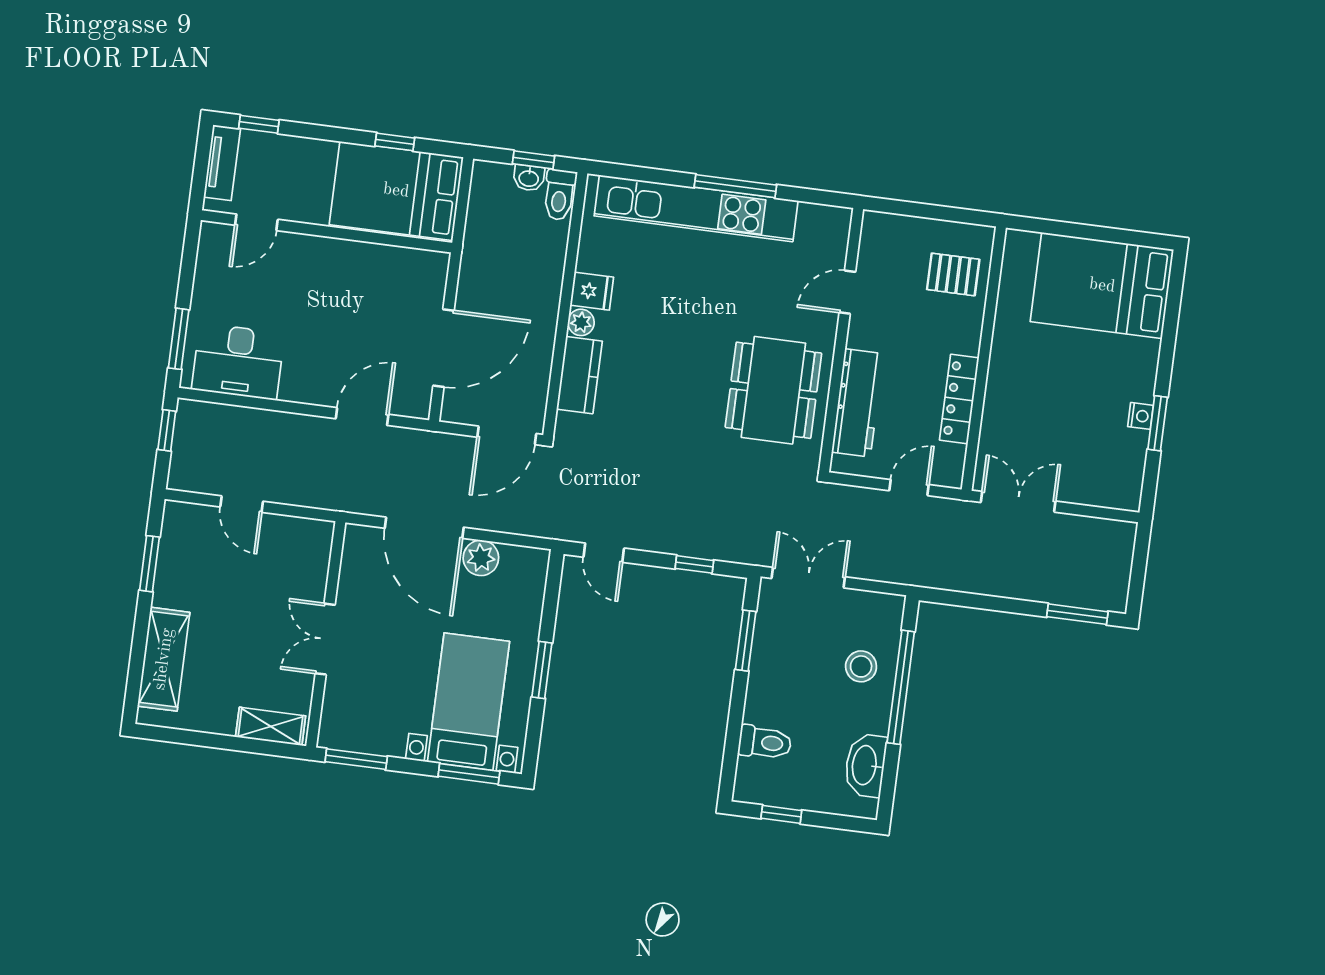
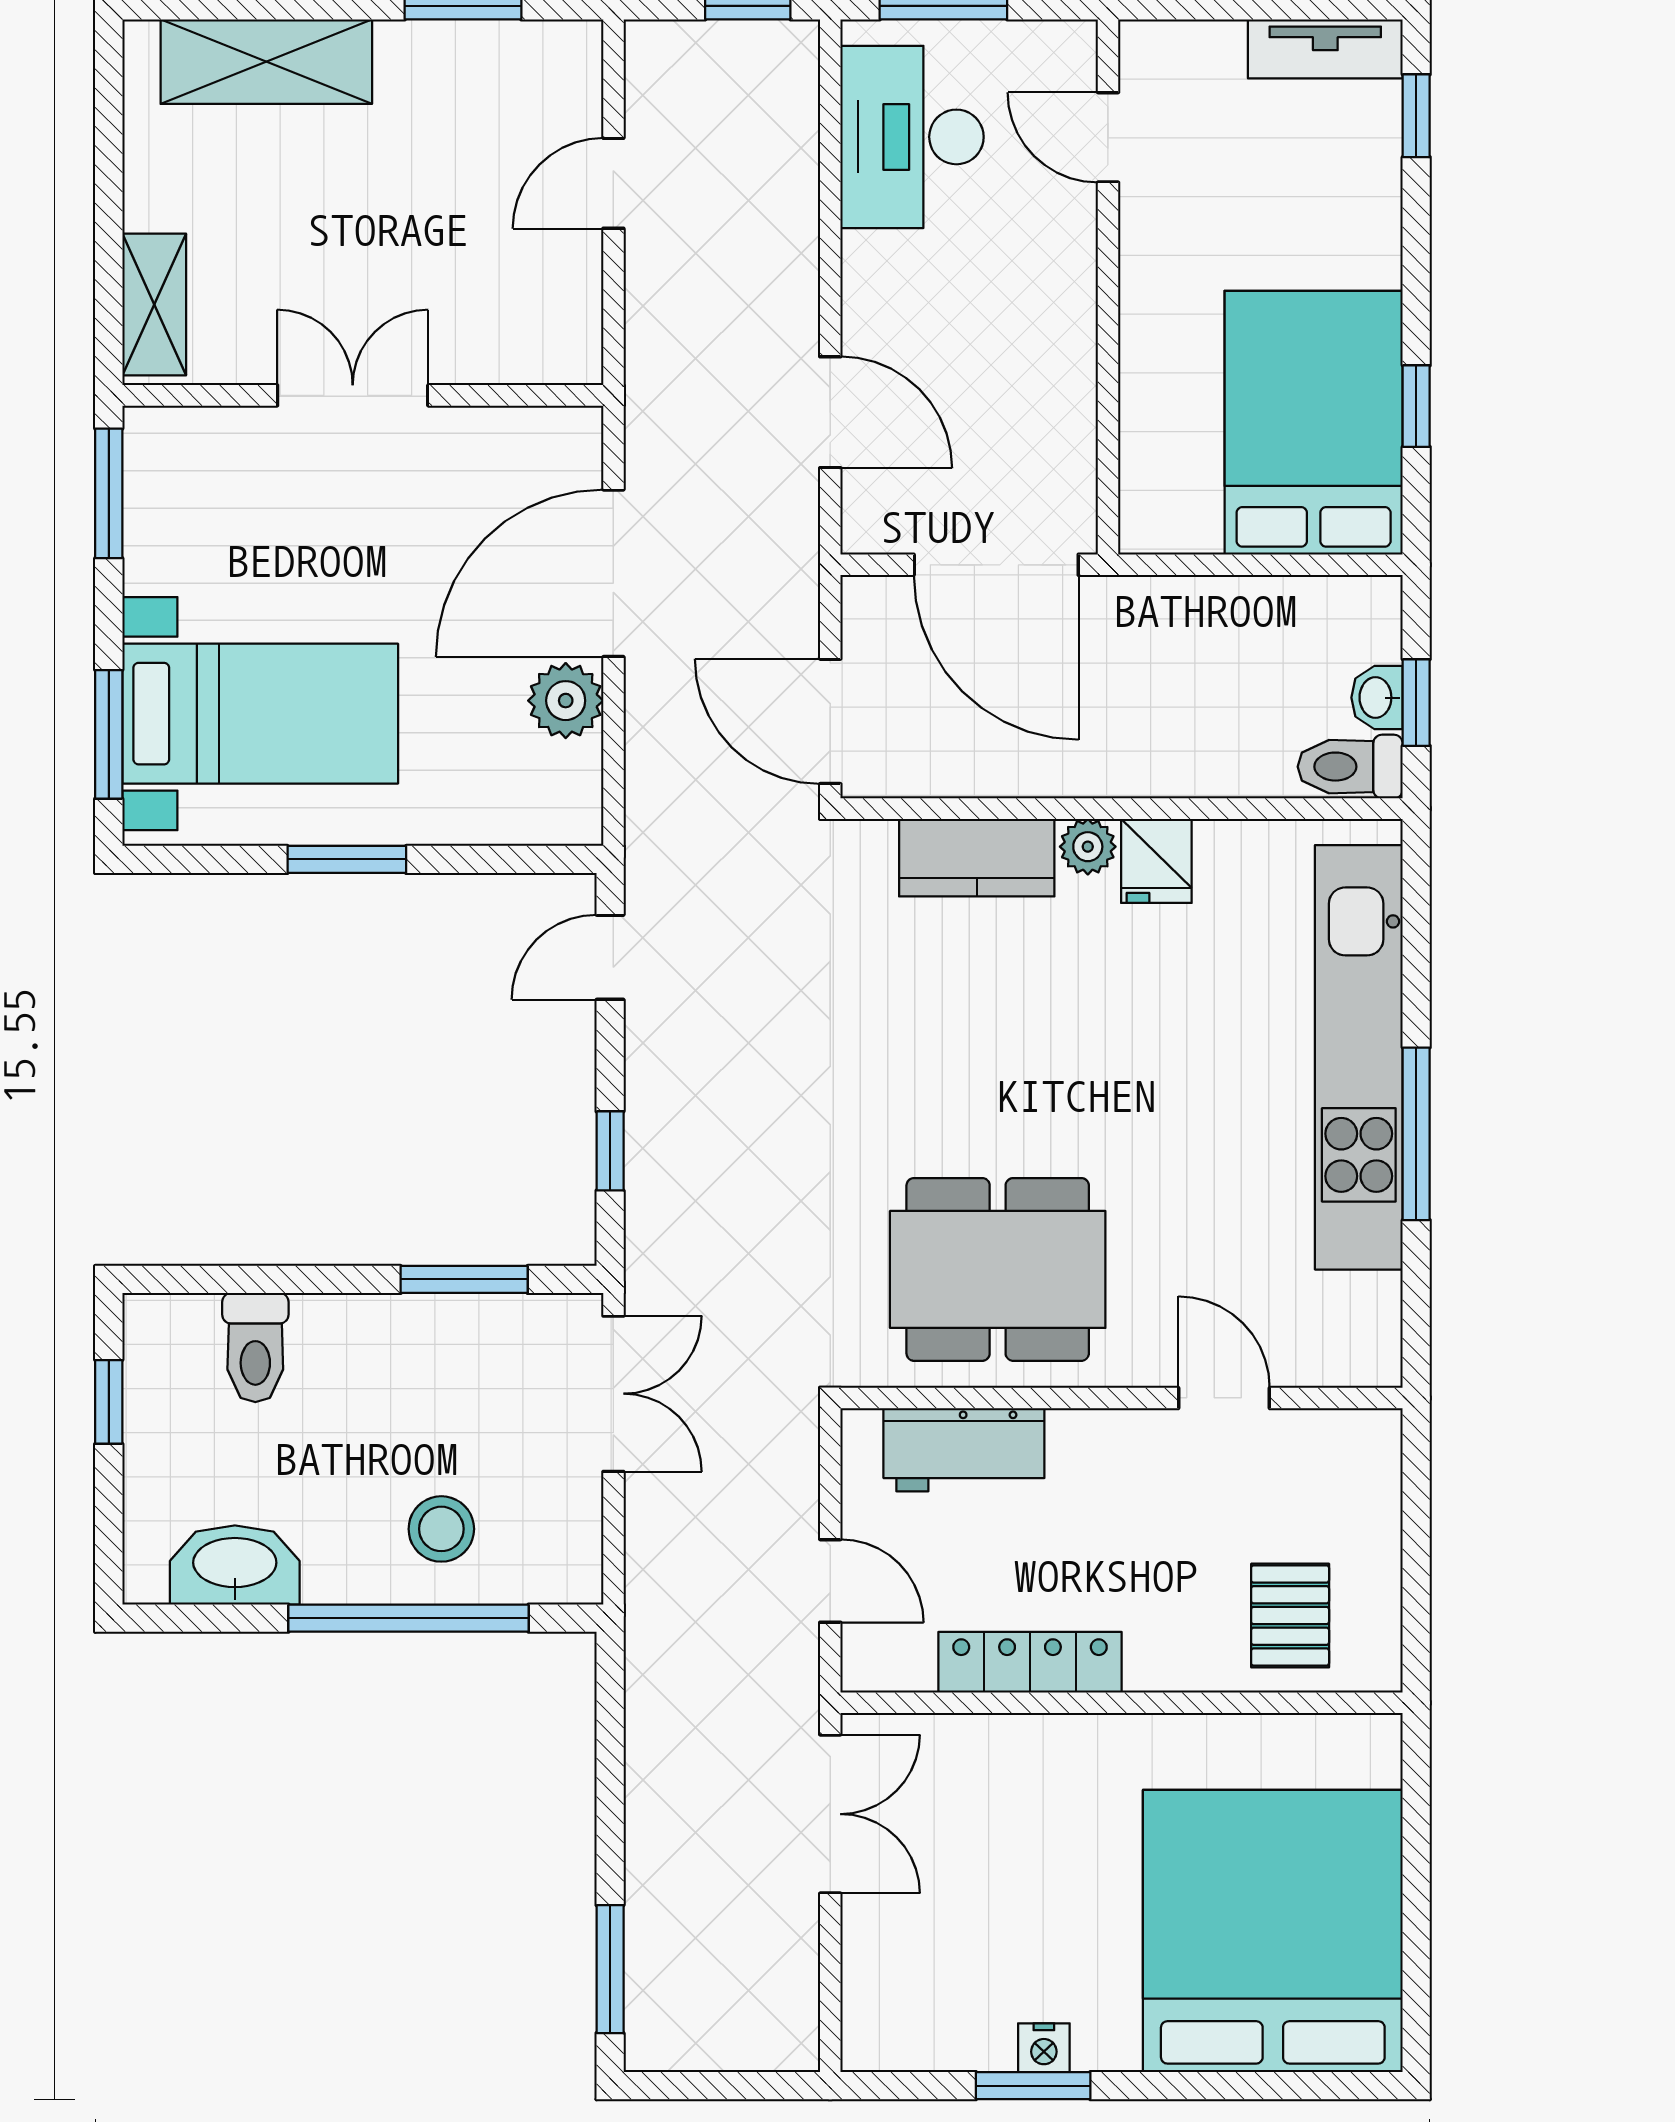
door: (256, 222) -> (1108, 137), moved
wall: (326, 231) -> (1108, 287), moved
bed: (1102, 286) -> (1273, 1931), width x1.36
workbench: (858, 403) -> (964, 1450), width x0.73

